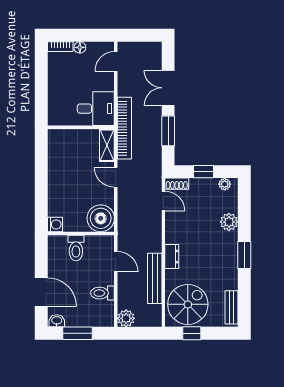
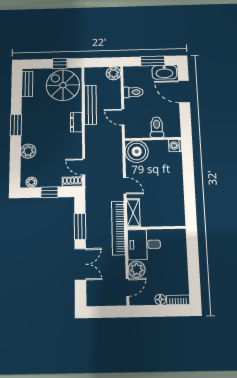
plant: (105, 81) -> (137, 269), added
spiral stairs: (188, 304) -> (63, 85), turned 90
washbasin: (57, 321) -> (164, 72), width x1.91, depth x1.45

